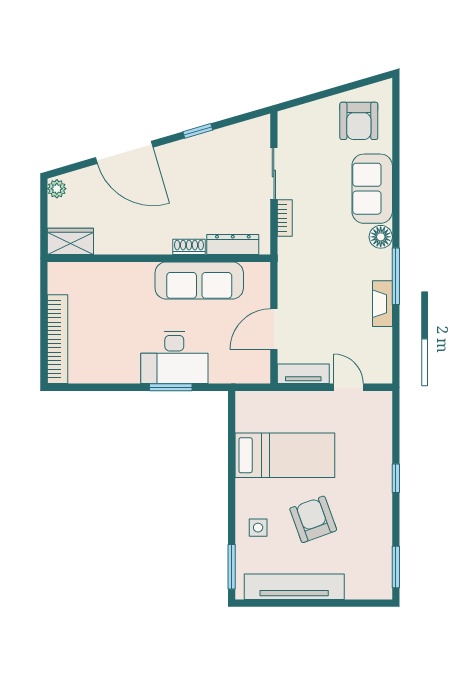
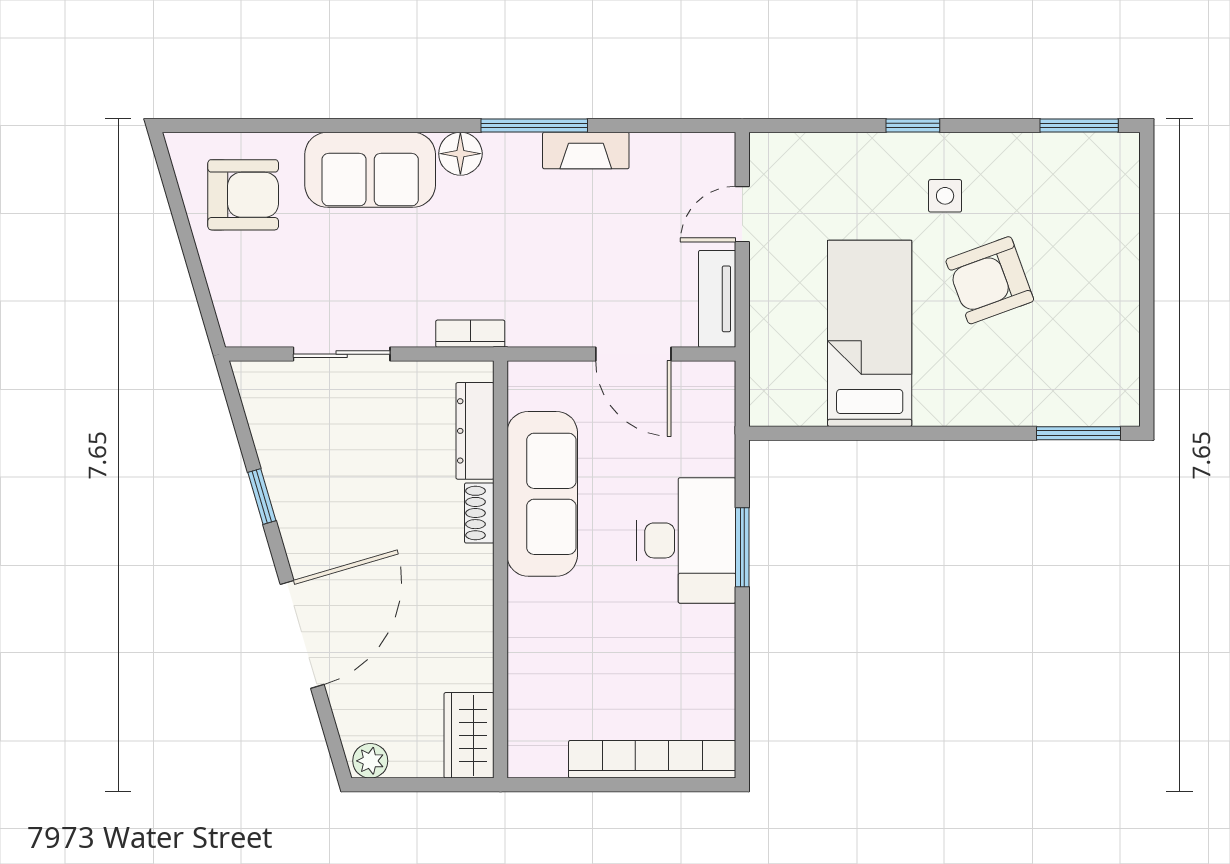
bookcase: (285, 218) -> (470, 334), moved
side table: (258, 528) -> (945, 196), moved
tv unit: (294, 587) -> (1116, 316), removed

